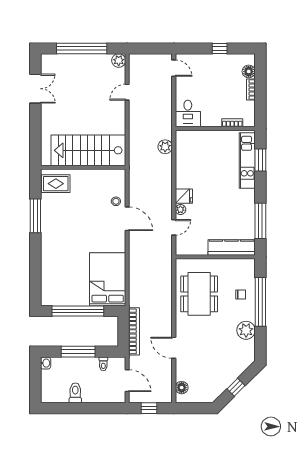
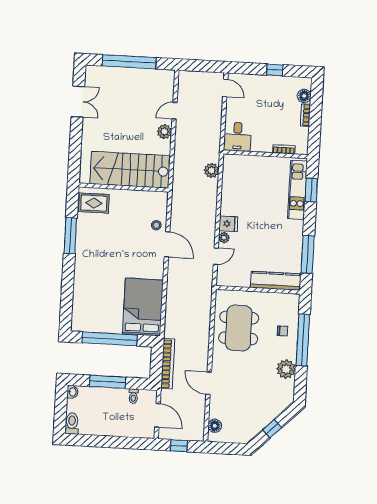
plant: (119, 60) -> (164, 132), moved
toilet: (75, 393) -> (72, 423), moved

